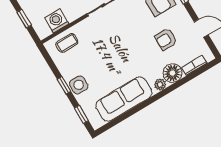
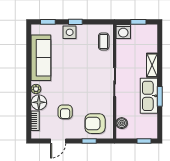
washing machine: (57, 21) -> (123, 31), moved, turned 90
armchair: (166, 39) -> (65, 112), turned 180

